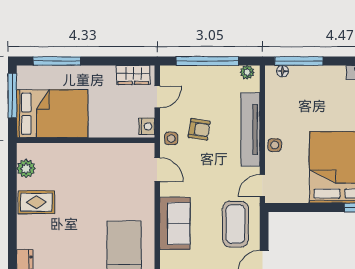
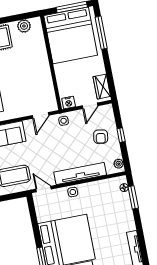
window: (207, 61) -> (121, 135), width x0.32
window: (299, 61) -> (133, 197), width x0.69
door: (157, 97) -> (90, 106), hinge flipped
bed: (52, 114) -> (71, 35), width x1.36
armchair: (199, 129) -> (101, 137), moved

